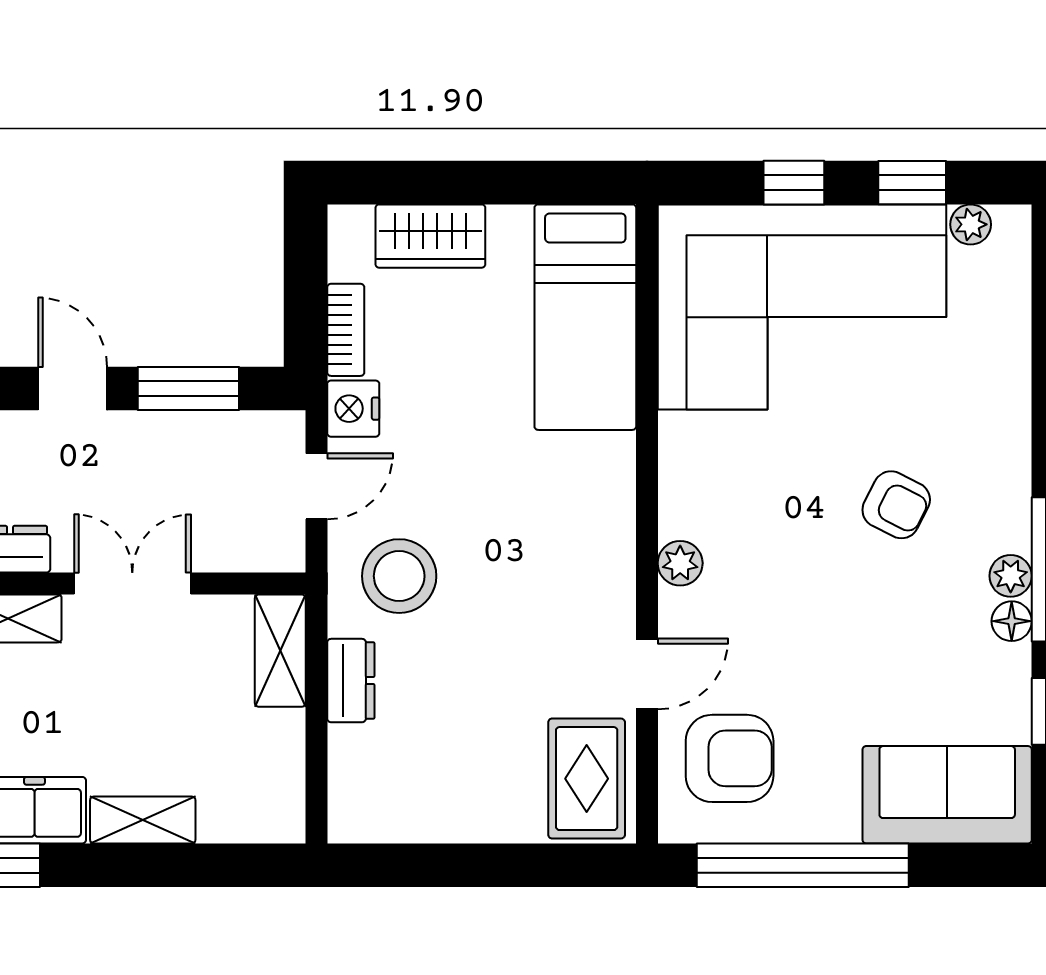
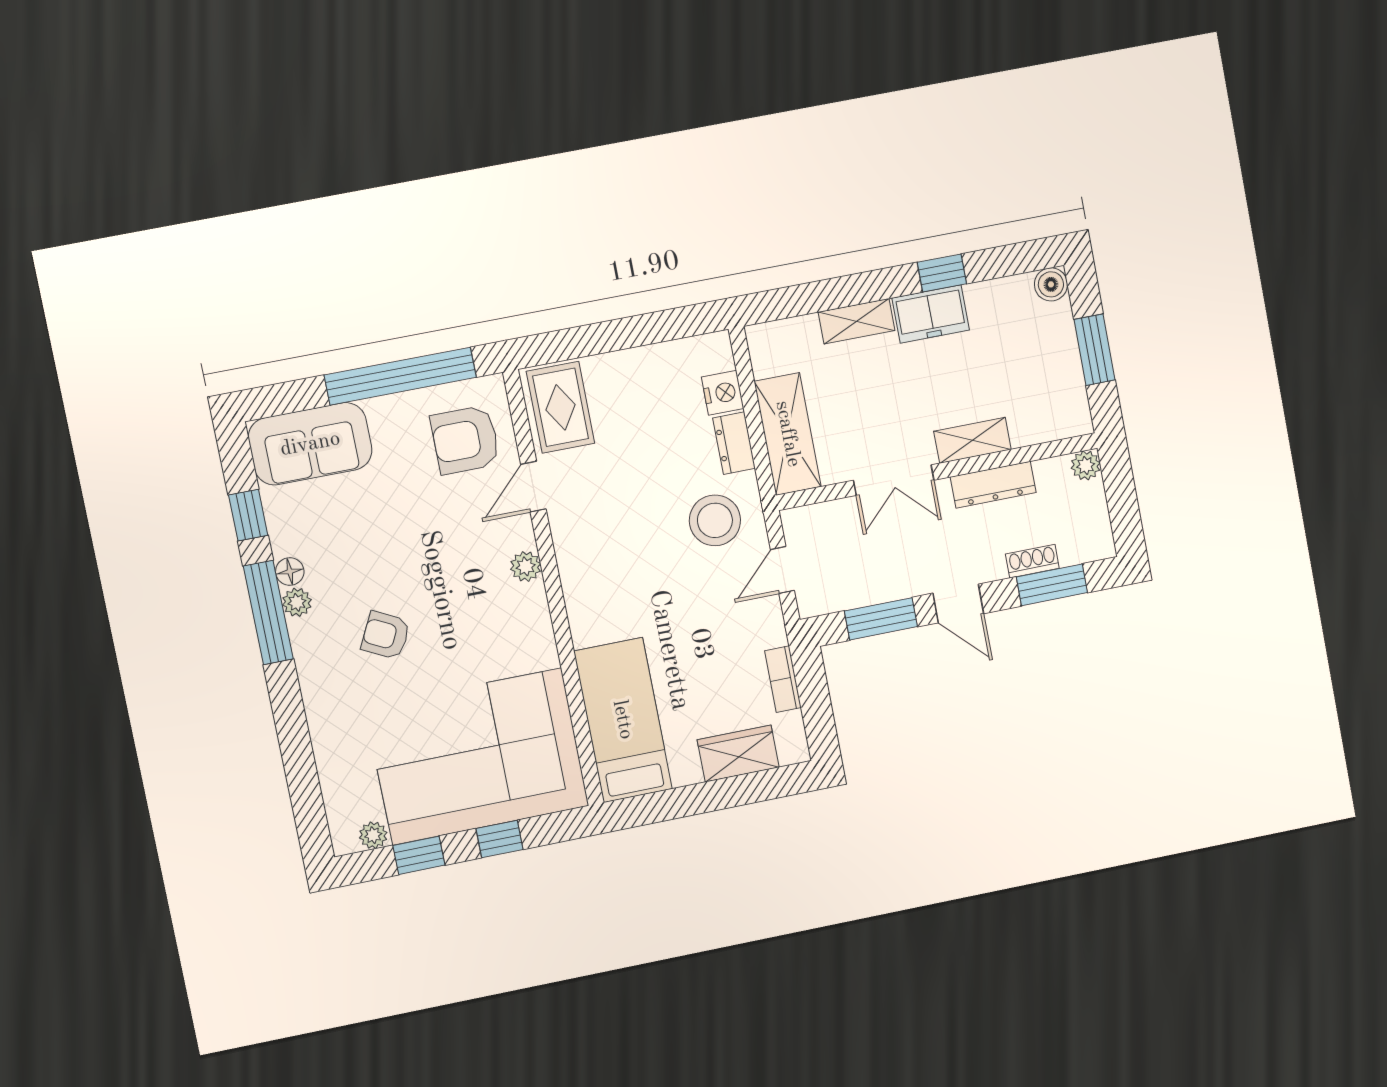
nightstand: (353, 409) -> (723, 393), moved
shelving: (280, 651) -> (788, 434), width x1.50, depth x1.33

